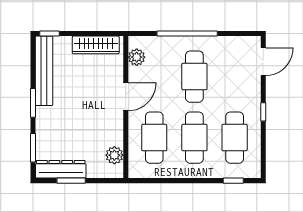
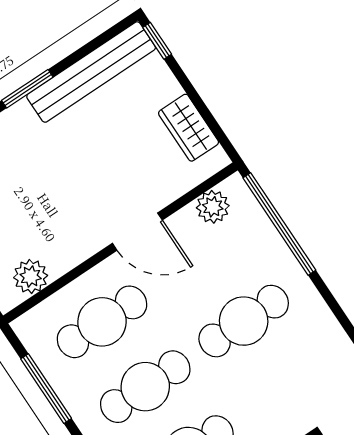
window: (187, 34) -> (279, 224), moved
wardrobe: (96, 45) -> (189, 128), width x0.67
window: (167, 181) -> (46, 389), added

